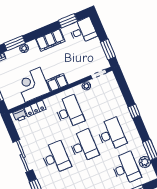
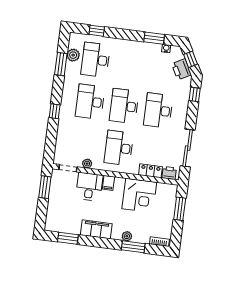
desk: (83, 31) -> (89, 187), moved, turned 90
filing cabinet: (57, 82) -> (108, 183), width x0.50
sliding door: (23, 156) -> (188, 148), moved

